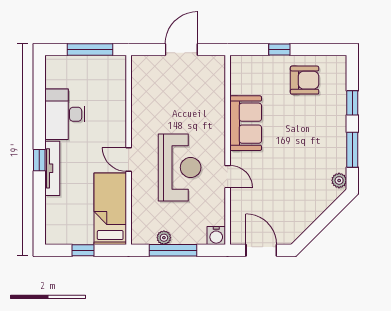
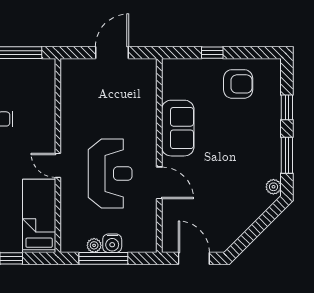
door: (228, 177) -> (159, 183), width x1.38
water cooler: (216, 236) -> (112, 243), moved

